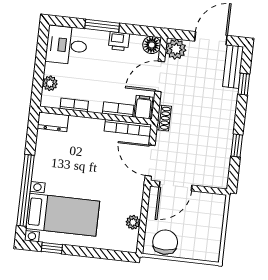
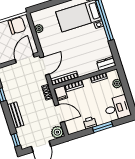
floor lamp: (152, 45) -> (71, 129), removed
bench: (233, 67) -> (16, 115), moved
door: (160, 76) -> (60, 114), hinge flipped
window: (244, 84) -> (16, 140), moved
door: (150, 161) -> (45, 66), hinge flipped
chair: (165, 242) -> (17, 26), turned -90

